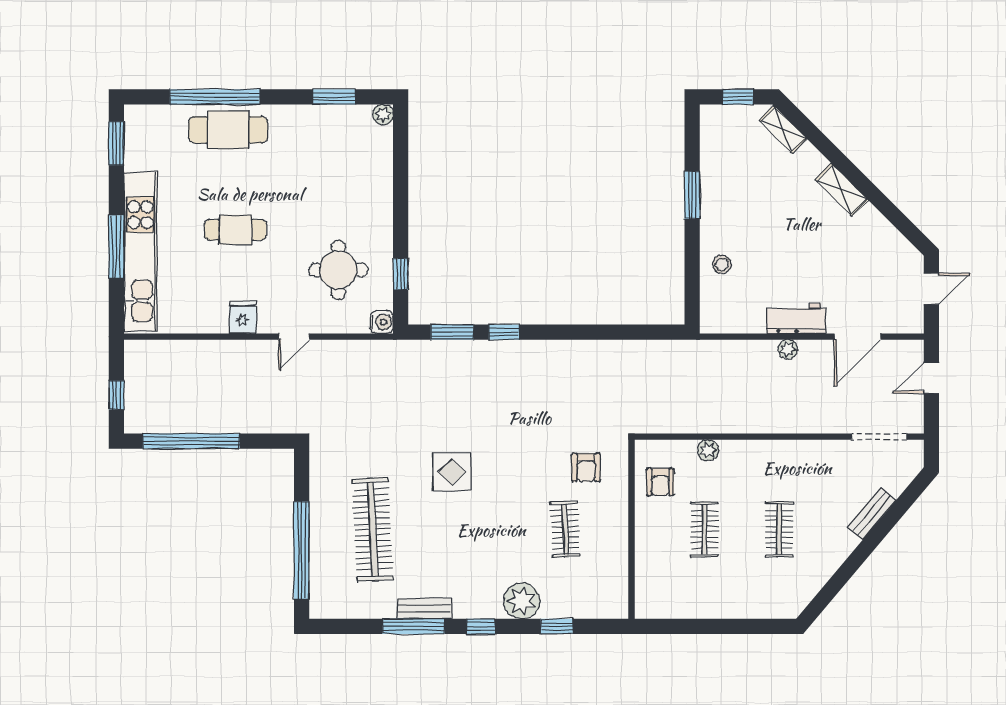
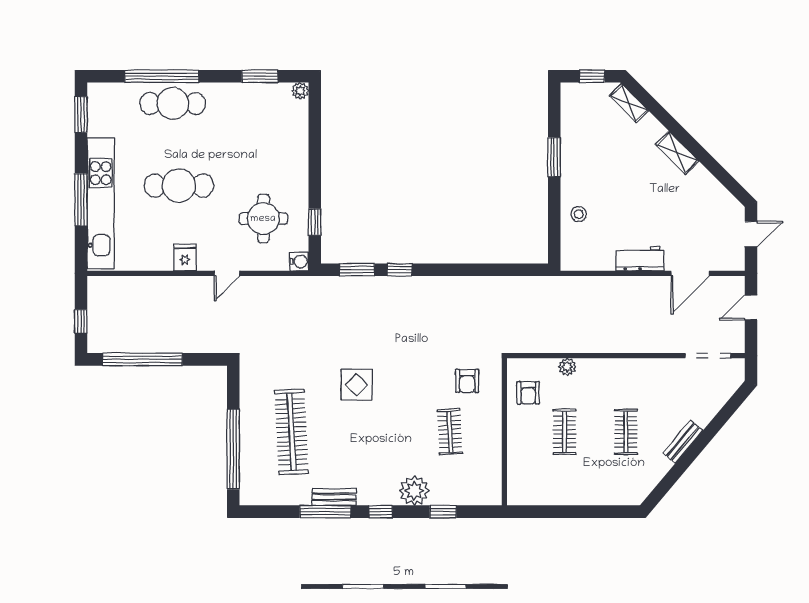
cafe table: (235, 230) -> (179, 186), width x1.37, depth x1.35
plant: (788, 349) -> (633, 284), removed
bench: (872, 514) -> (683, 442), moved

